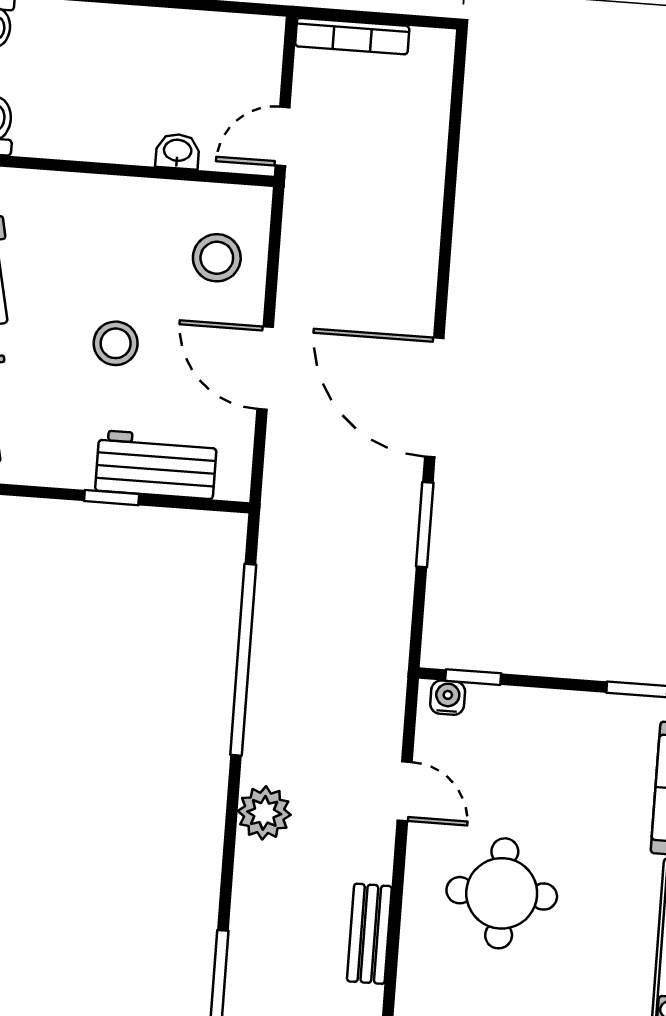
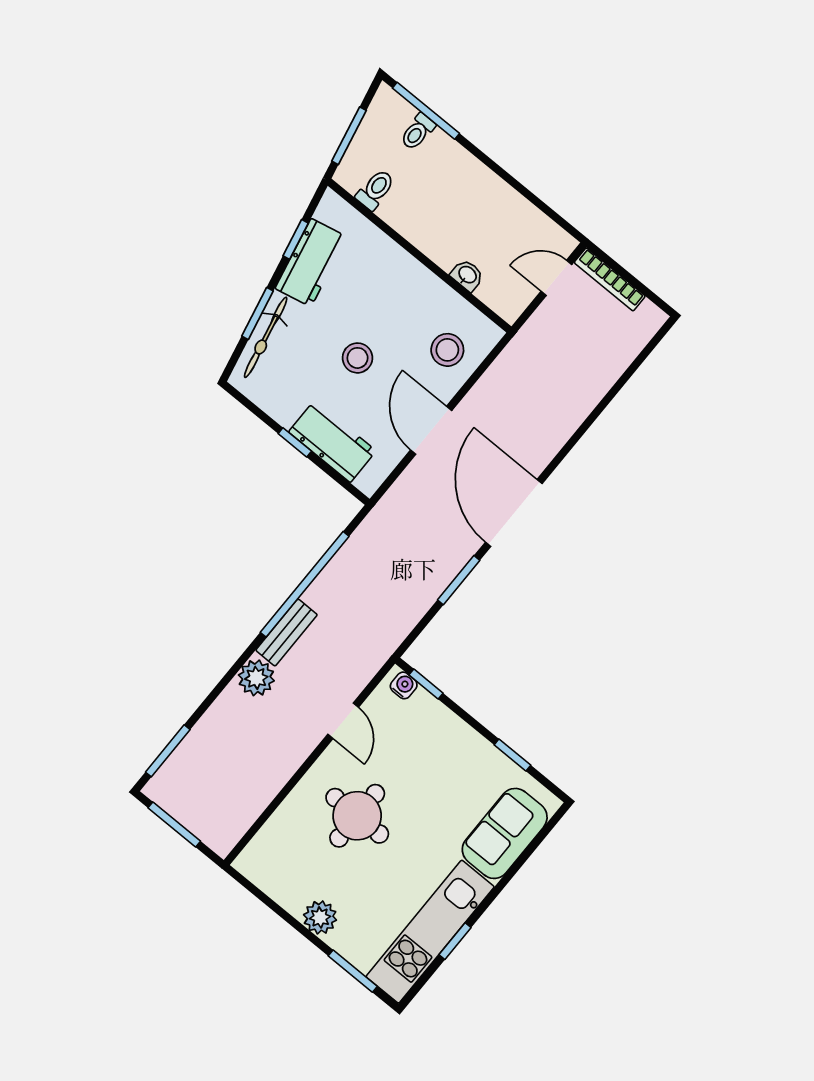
door: (283, 136) -> (556, 278), moved
bench: (369, 934) -> (287, 632), moved

